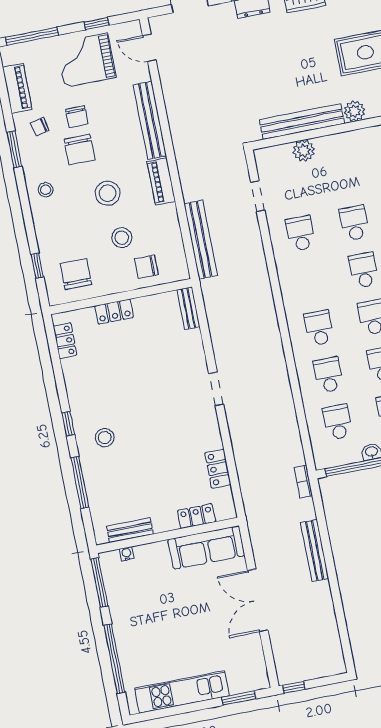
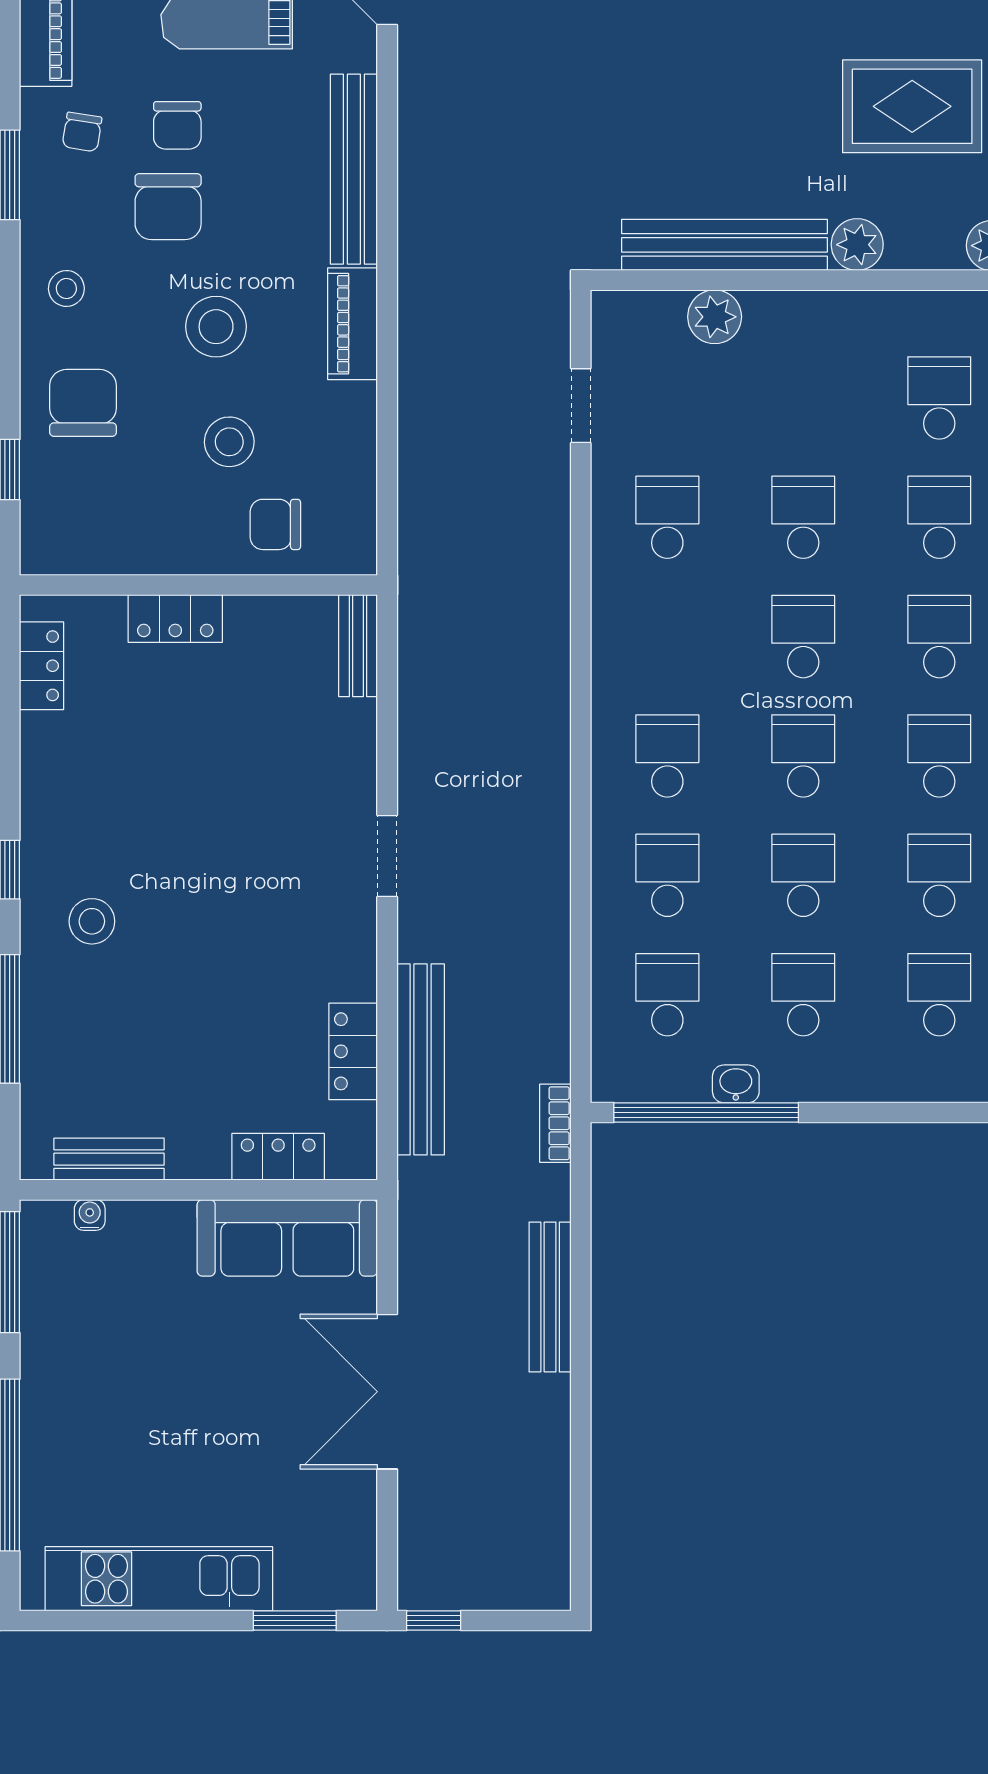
chair: (40, 127) -> (82, 132), turned -68
bench: (201, 240) -> (421, 1059), moved
chair: (76, 274) -> (83, 403), moved

